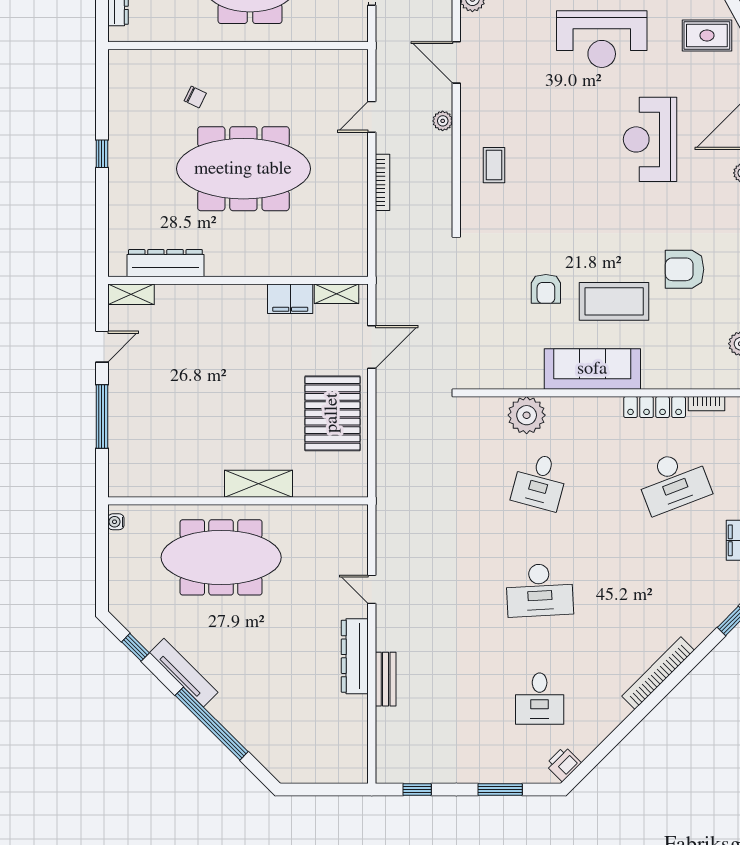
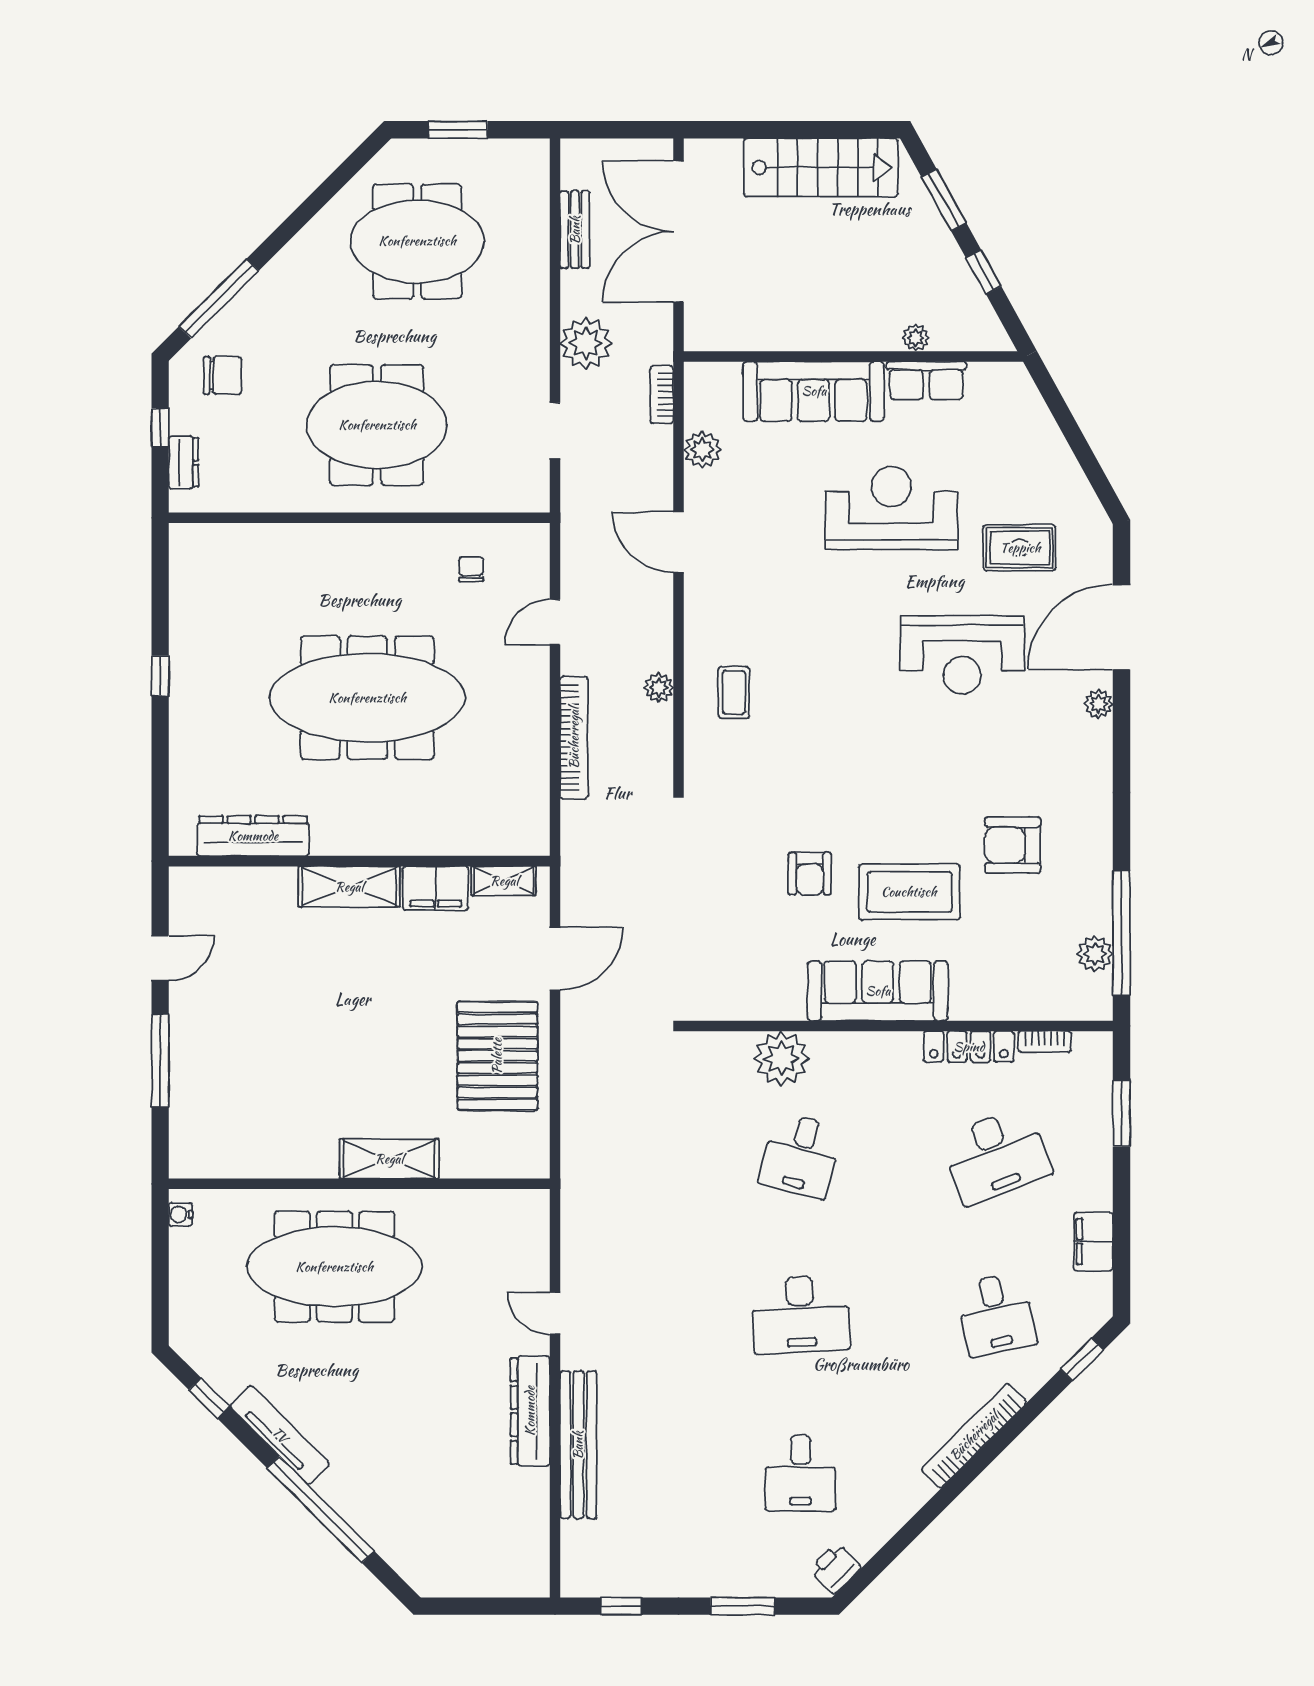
rug: (707, 35) -> (1020, 548), moved
reception desk: (602, 39) -> (891, 508), turned 180
chair: (195, 97) -> (471, 569), moved, turned -116
plant: (443, 121) -> (659, 688), moved
reception desk: (650, 139) -> (962, 655), turned -90
bookcase: (383, 182) -> (574, 738), width x1.48, depth x1.31
shelving: (131, 294) -> (349, 887), moved, width x1.50, depth x1.33
desk: (673, 590) -> (996, 1314), added
bench: (386, 679) -> (578, 1445), width x1.86, depth x1.21

